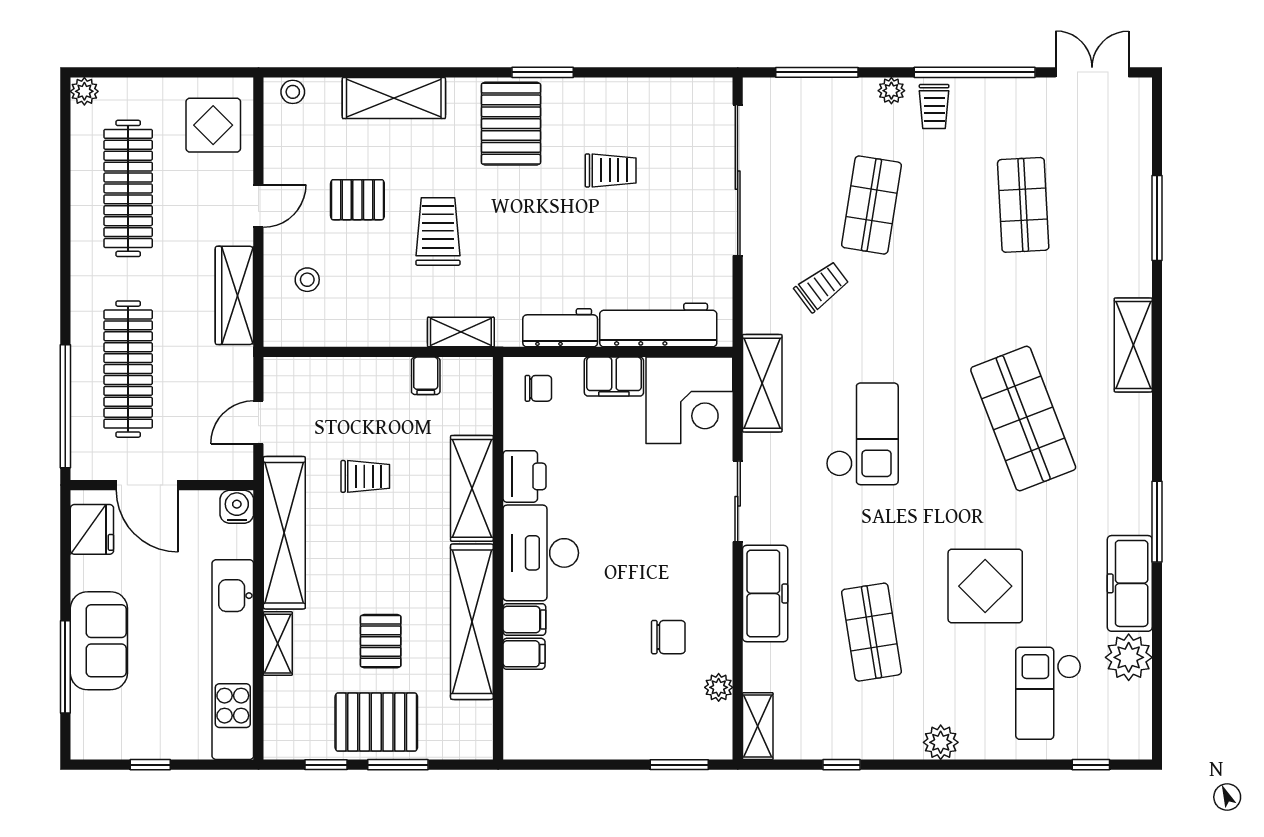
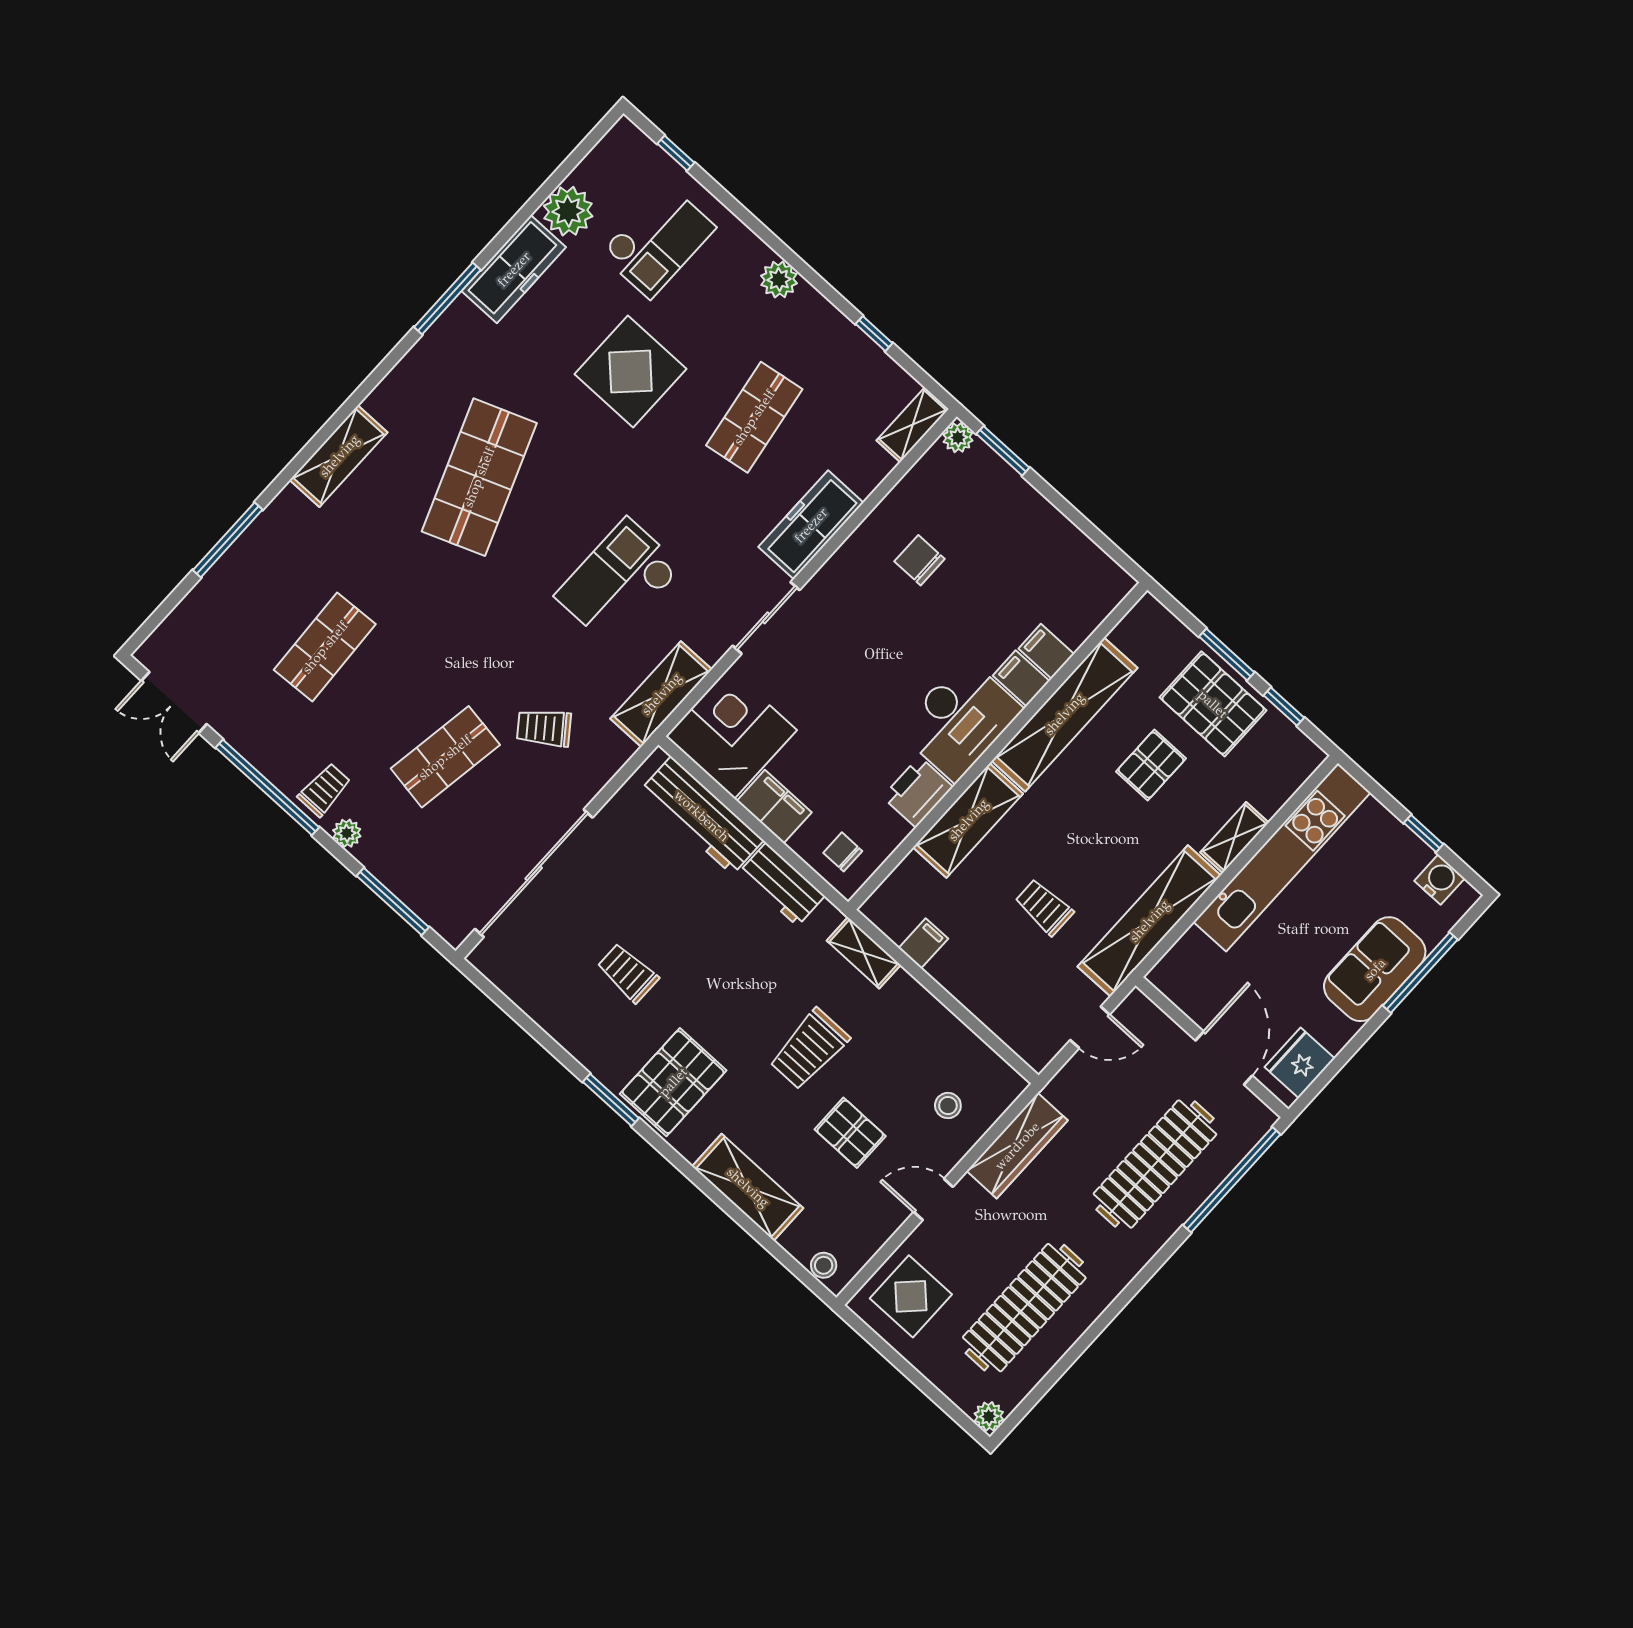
water cooler: (237, 507) -> (1439, 880), moved, turned 180
plant: (719, 687) -> (958, 438), moved

